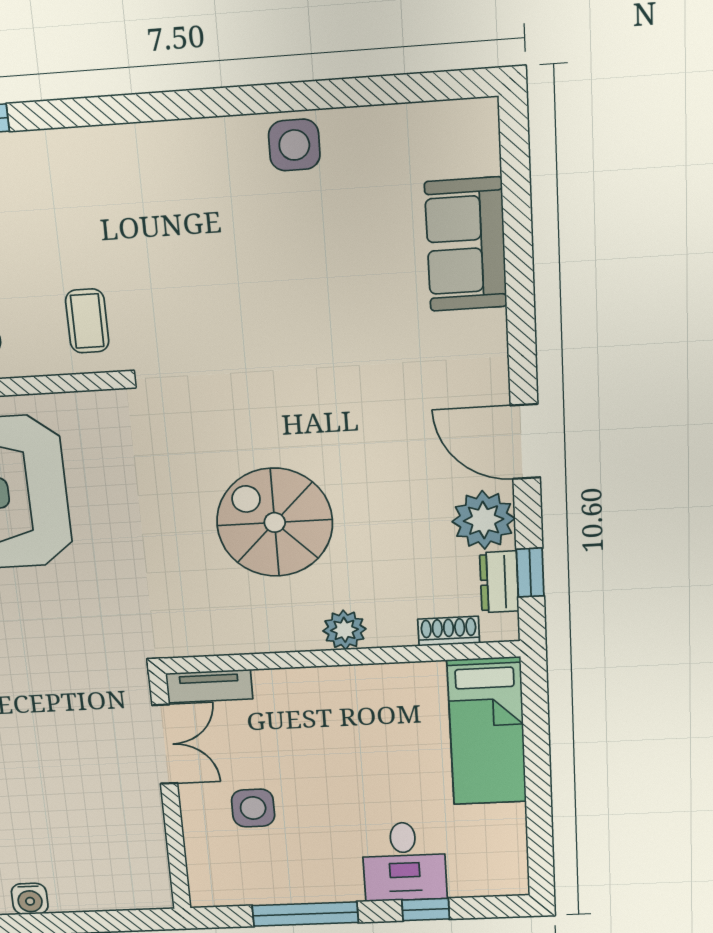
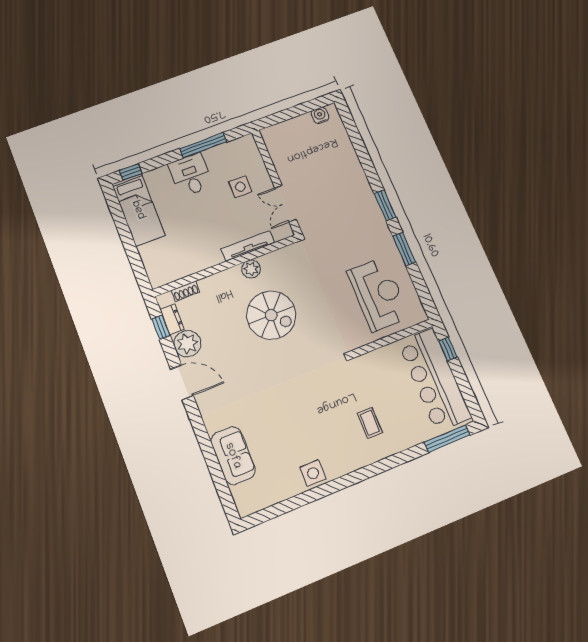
coffee table: (87, 321) -> (370, 423), moved
plant: (344, 630) -> (251, 269), moved
tv unit: (209, 686) -> (248, 246), moved, width x1.41
bed: (487, 731) -> (138, 210), moved, turned 180
desk: (404, 862) -> (191, 175), moved
window: (426, 909) -> (131, 172), moved

